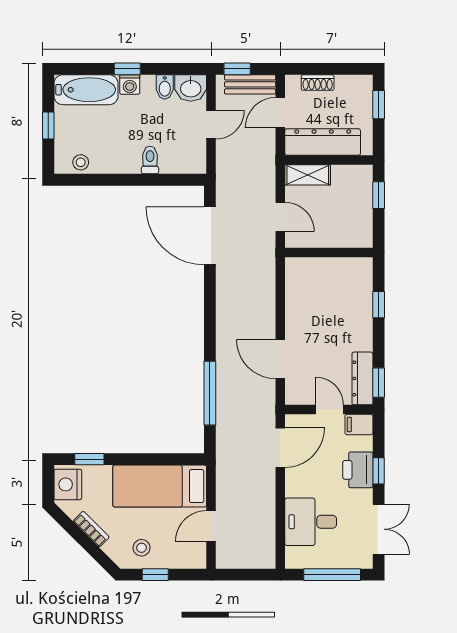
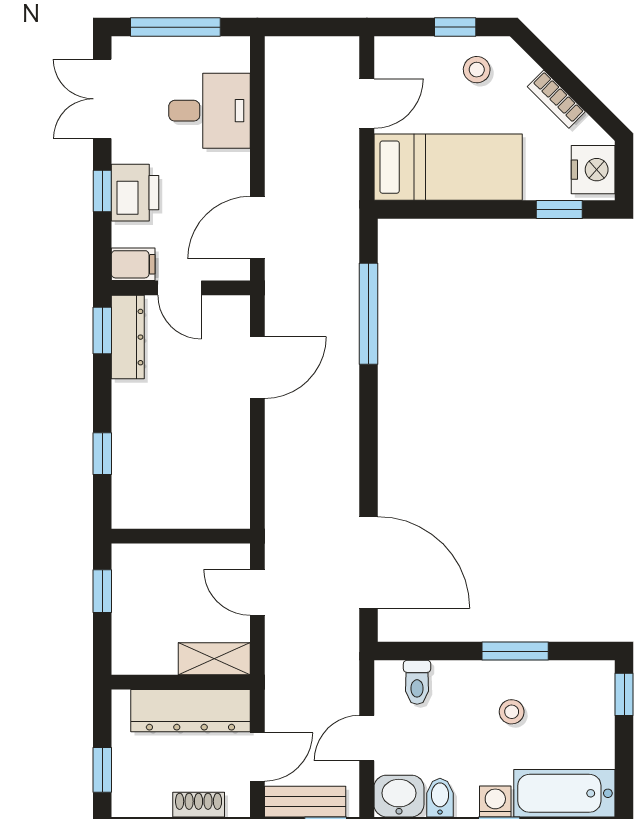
window: (48, 126) -> (624, 694), moved
toilet: (150, 160) -> (417, 682), moved
stool: (81, 162) -> (512, 712), moved
window: (117, 180) -> (515, 651), added
window: (379, 195) -> (102, 591), moved
door: (280, 359) -> (257, 367), hinge flipped

